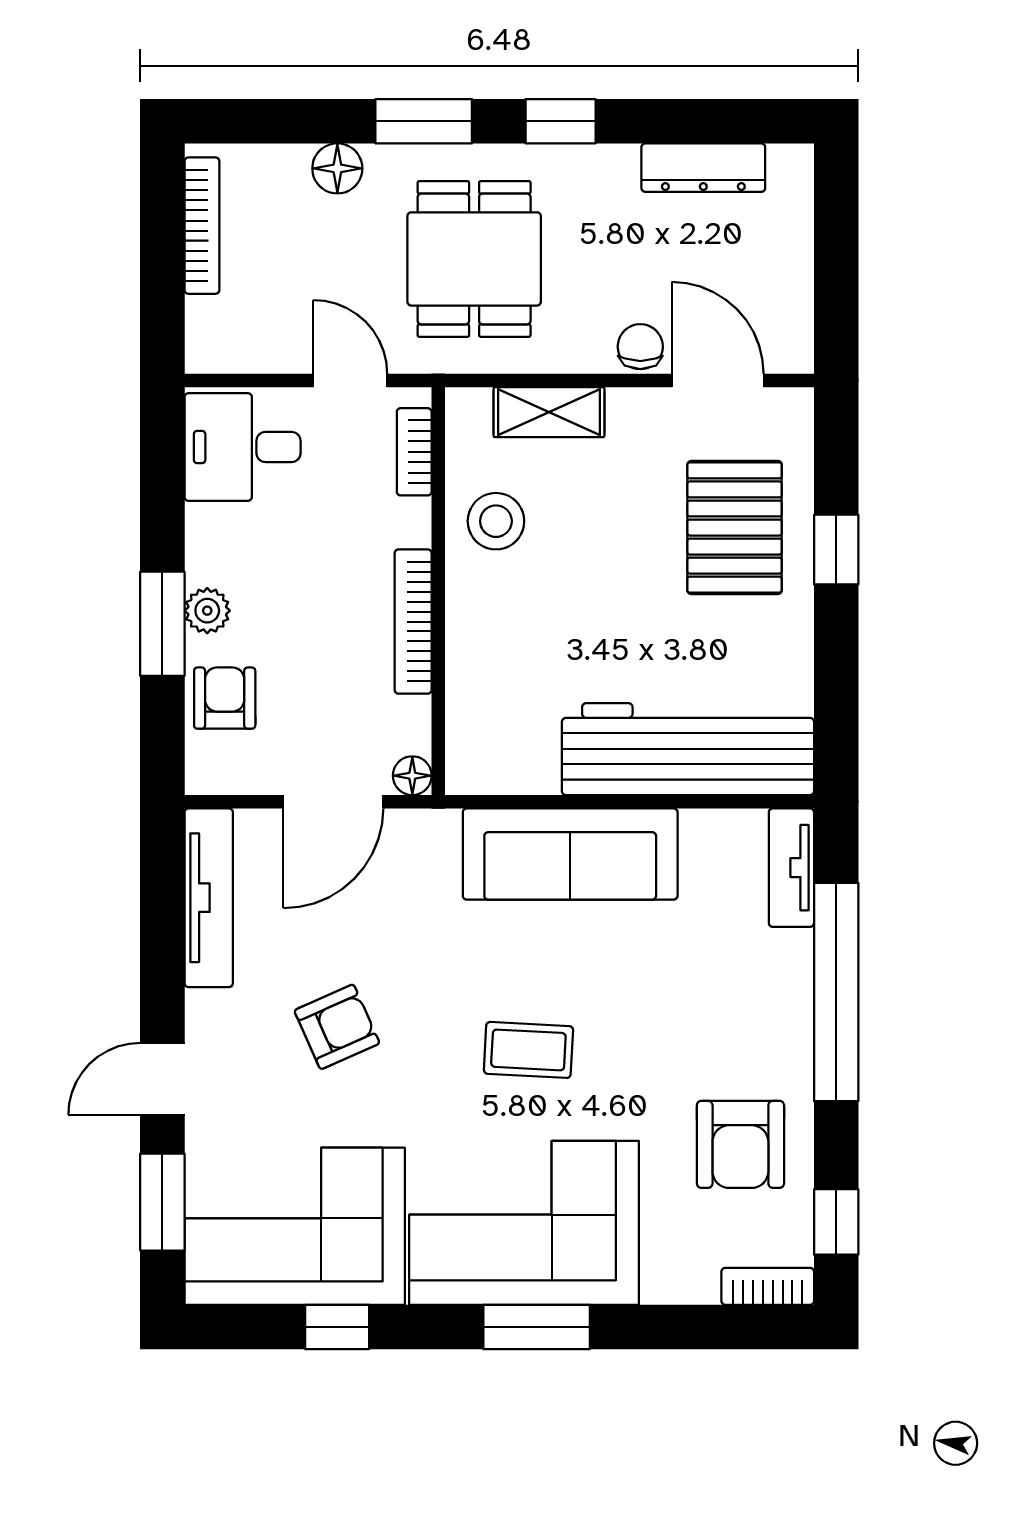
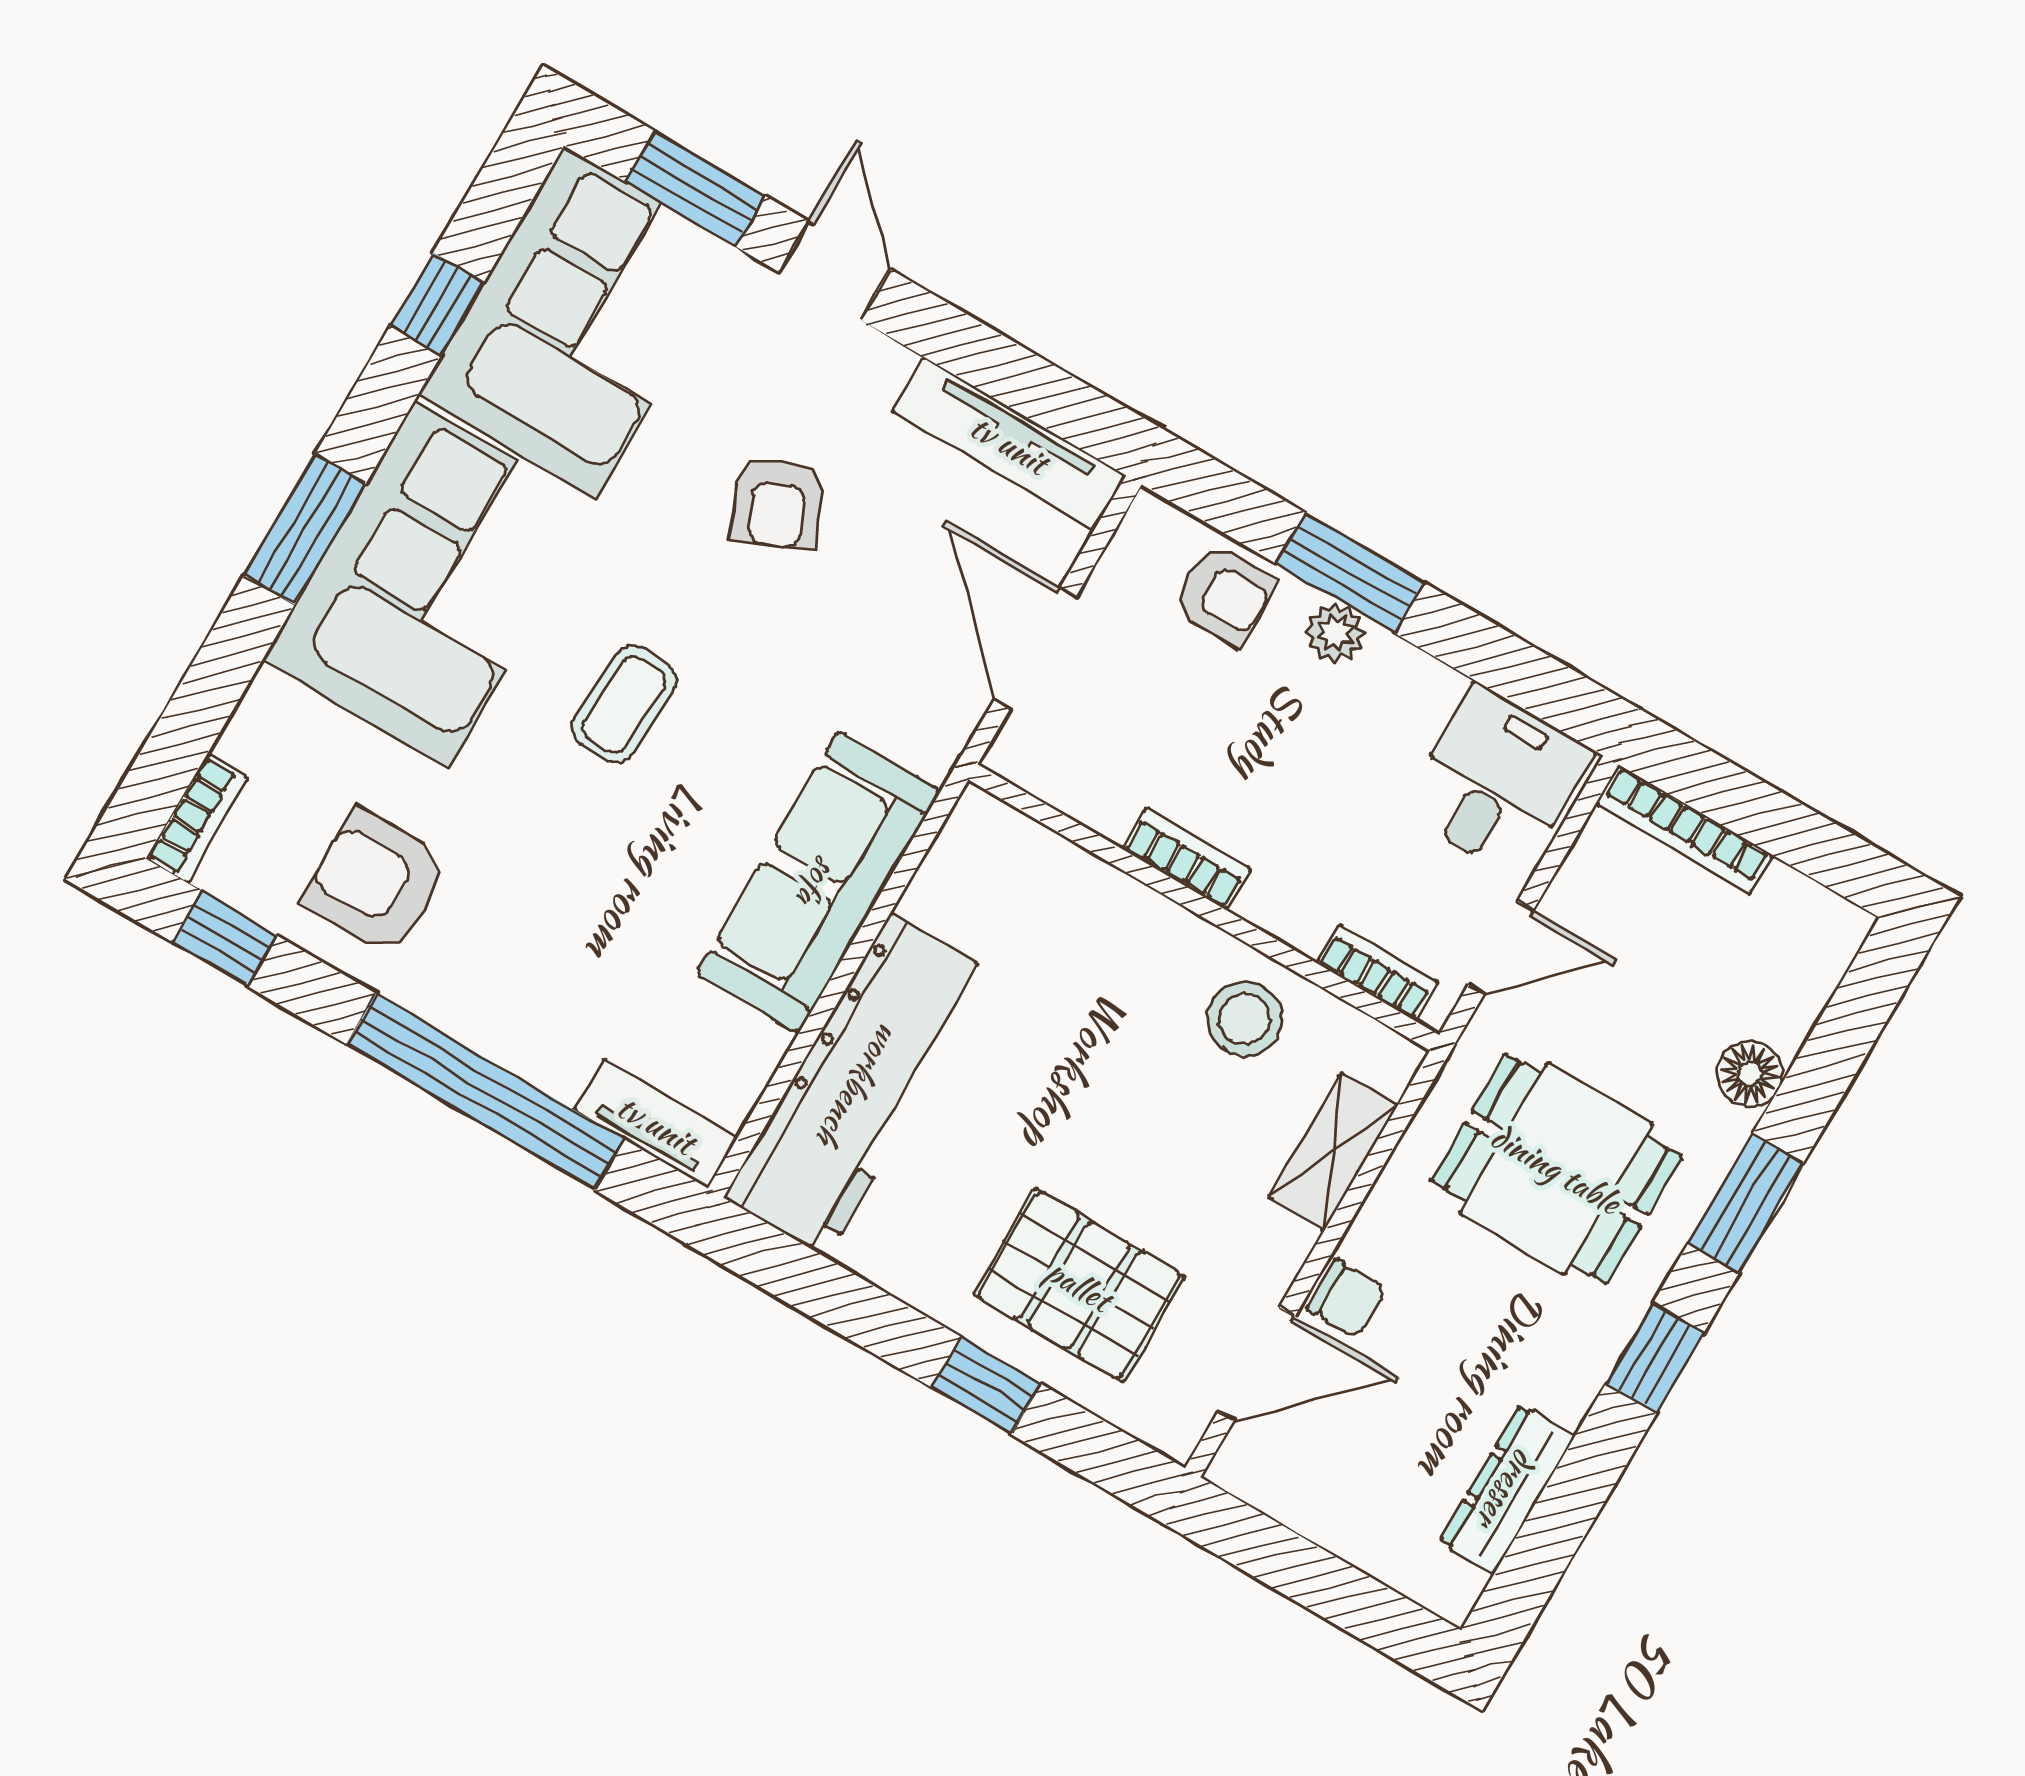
bookcase: (202, 226) -> (1684, 829), moved
bookcase: (413, 622) -> (1186, 859), width x0.64
floor lamp: (412, 776) -> (1012, 755), removed

